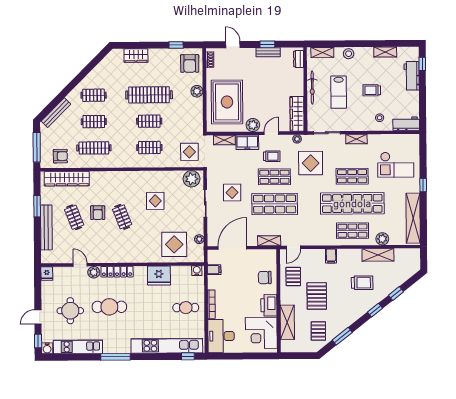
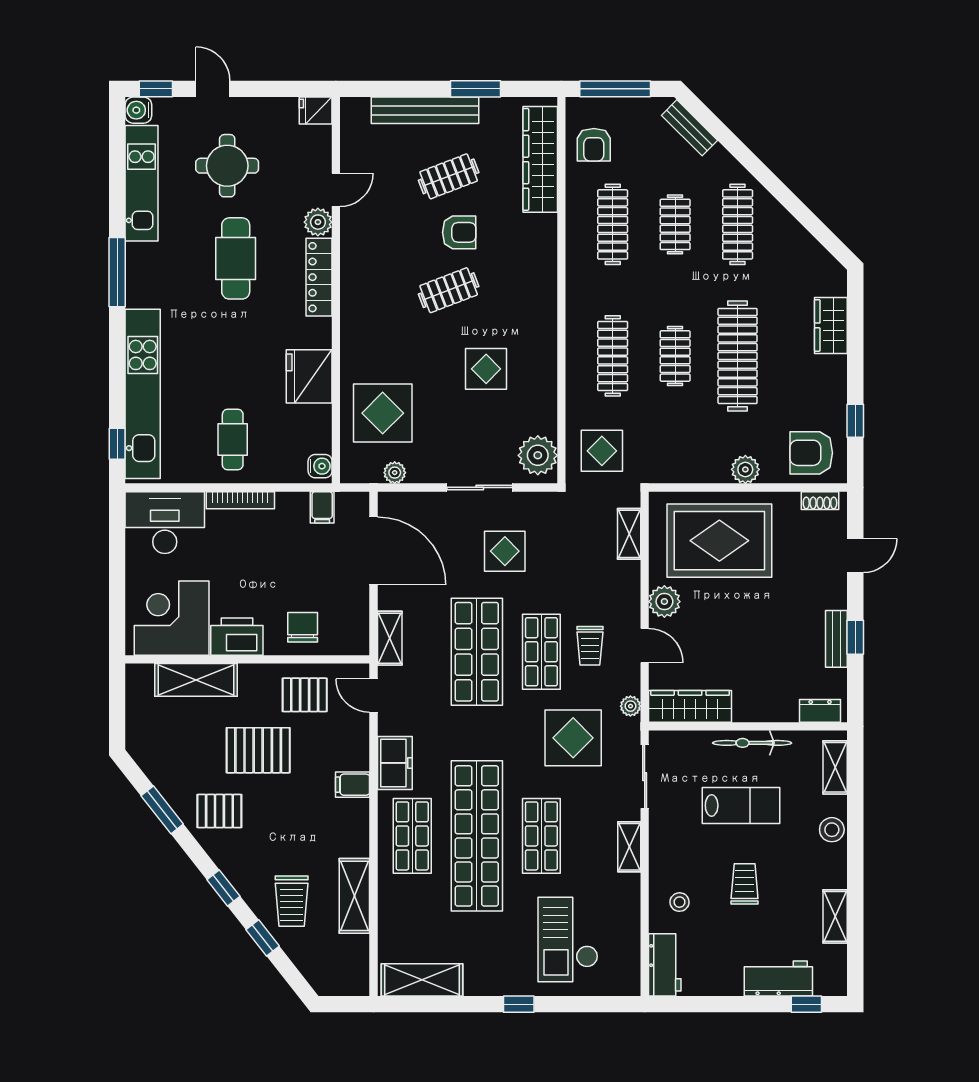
lab bench: (339, 92) -> (741, 805), turned 180
clothes rail: (94, 95) -> (738, 224), width x1.36
bench: (56, 113) -> (690, 128), width x0.73
freezer: (247, 142) -> (395, 763), moved, turned 180
clothes rail: (149, 148) -> (613, 356), width x1.36
armchair: (98, 213) -> (459, 232), turned 180
shelving: (413, 218) -> (422, 980), width x0.68
plant: (382, 239) -> (392, 906), removed
trolley: (362, 283) -> (292, 901), moved
pallet: (318, 331) -> (219, 811), moved

